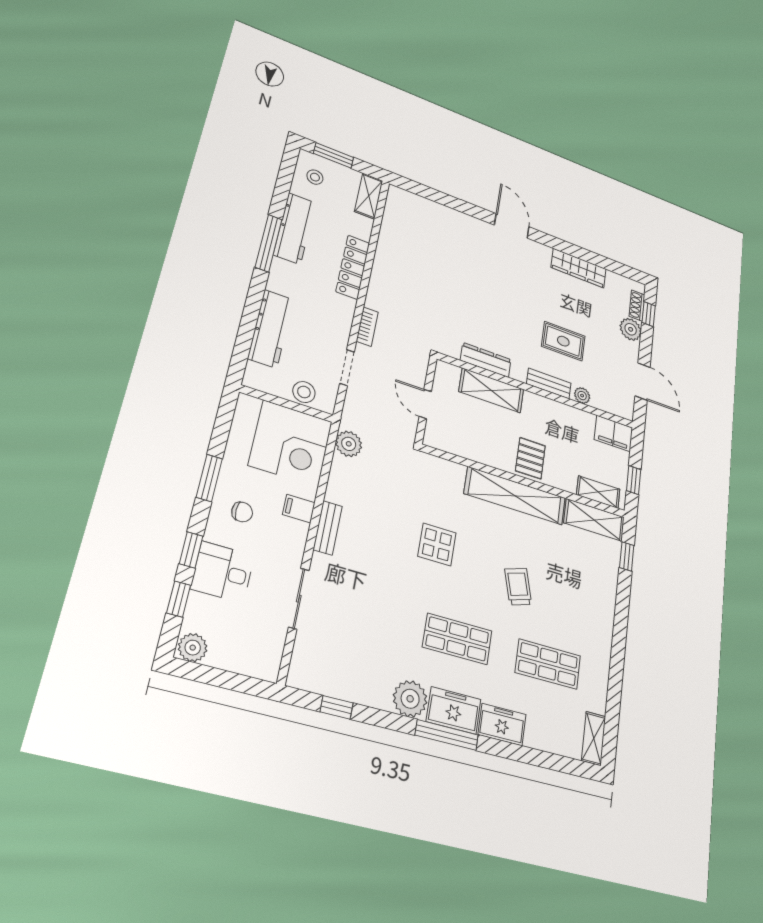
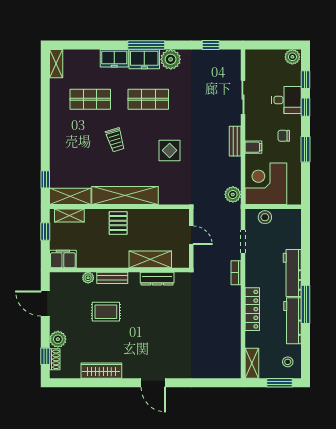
workbench: (271, 329) -> (292, 273), moved

